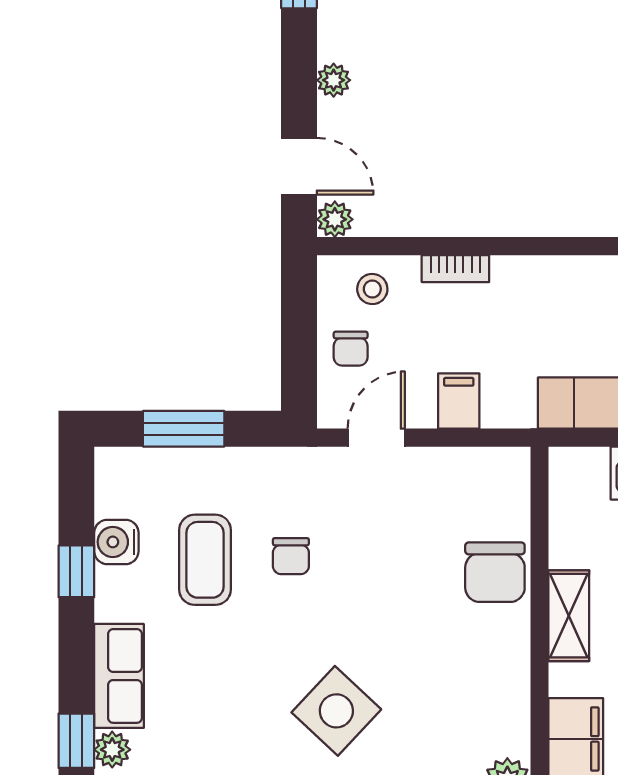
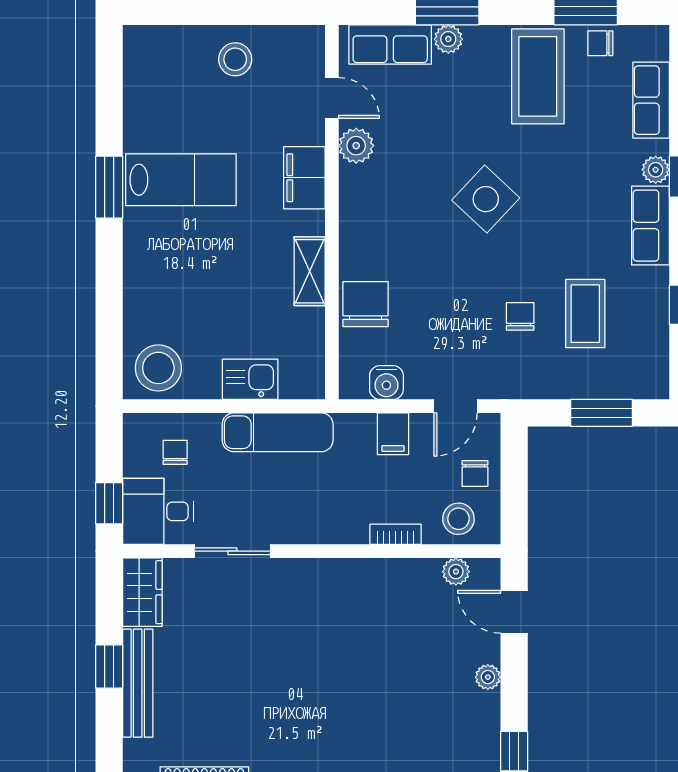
plant: (335, 219) -> (456, 572), moved
stool: (372, 289) -> (458, 519), width x1.37, depth x1.37
chair: (351, 349) -> (475, 474), turned 180
water cooler: (116, 542) -> (386, 383), moved, turned 90

